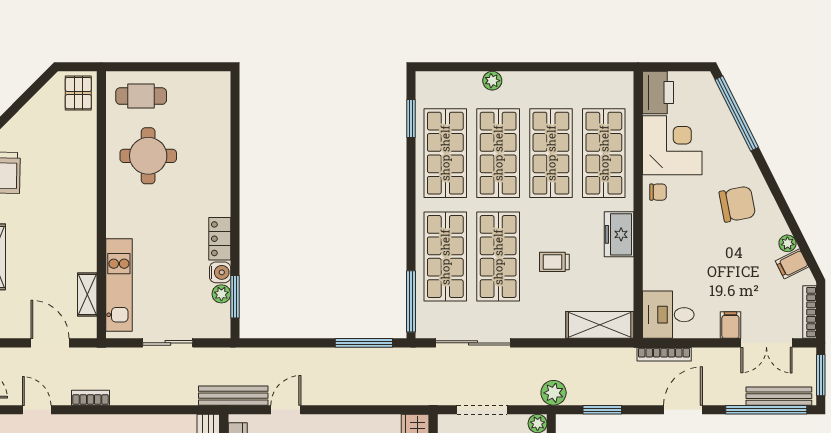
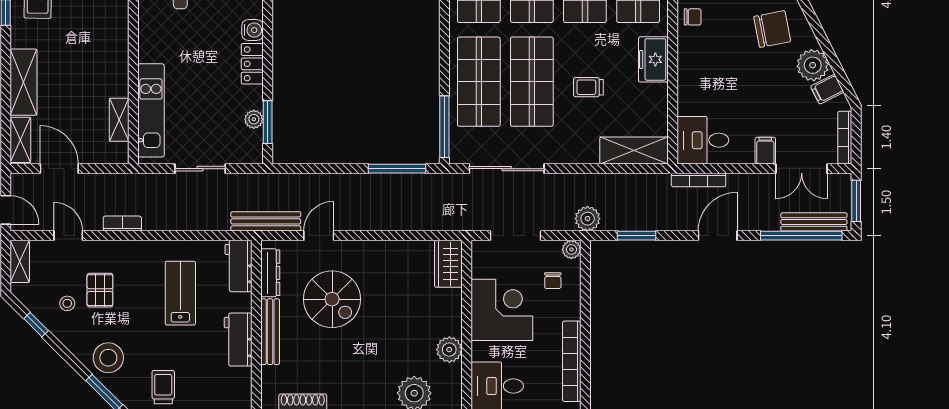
plant: (787, 243) -> (813, 65), width x1.88, depth x1.88
water cooler: (220, 272) -> (253, 30), moved
door: (50, 343) -> (59, 169), moved

